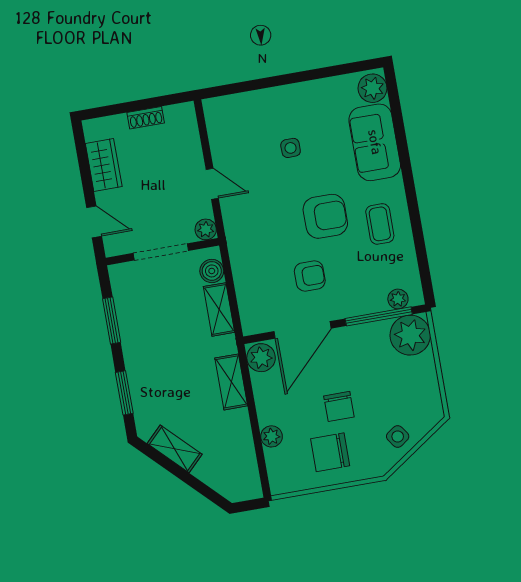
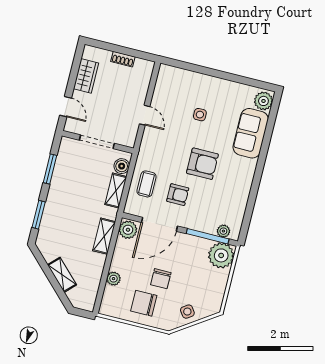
coffee table: (380, 224) -> (147, 184), moved
plant: (206, 229) -> (129, 140), removed
shelving: (175, 449) -> (62, 275), moved

